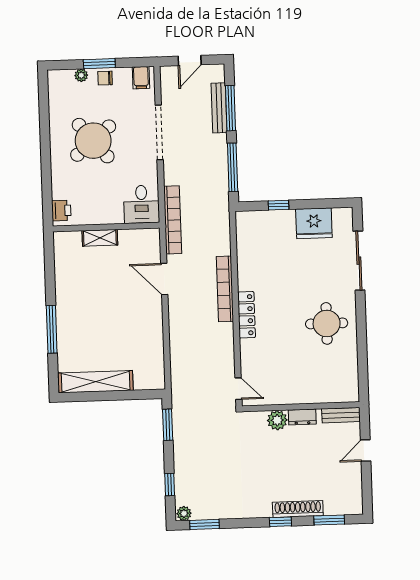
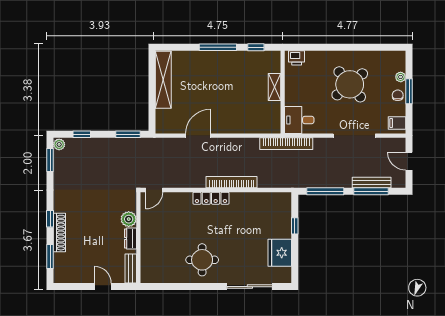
window: (49, 263) -> (256, 47), added
door: (164, 279) -> (198, 136), moved
window: (52, 329) -> (218, 47), moved

